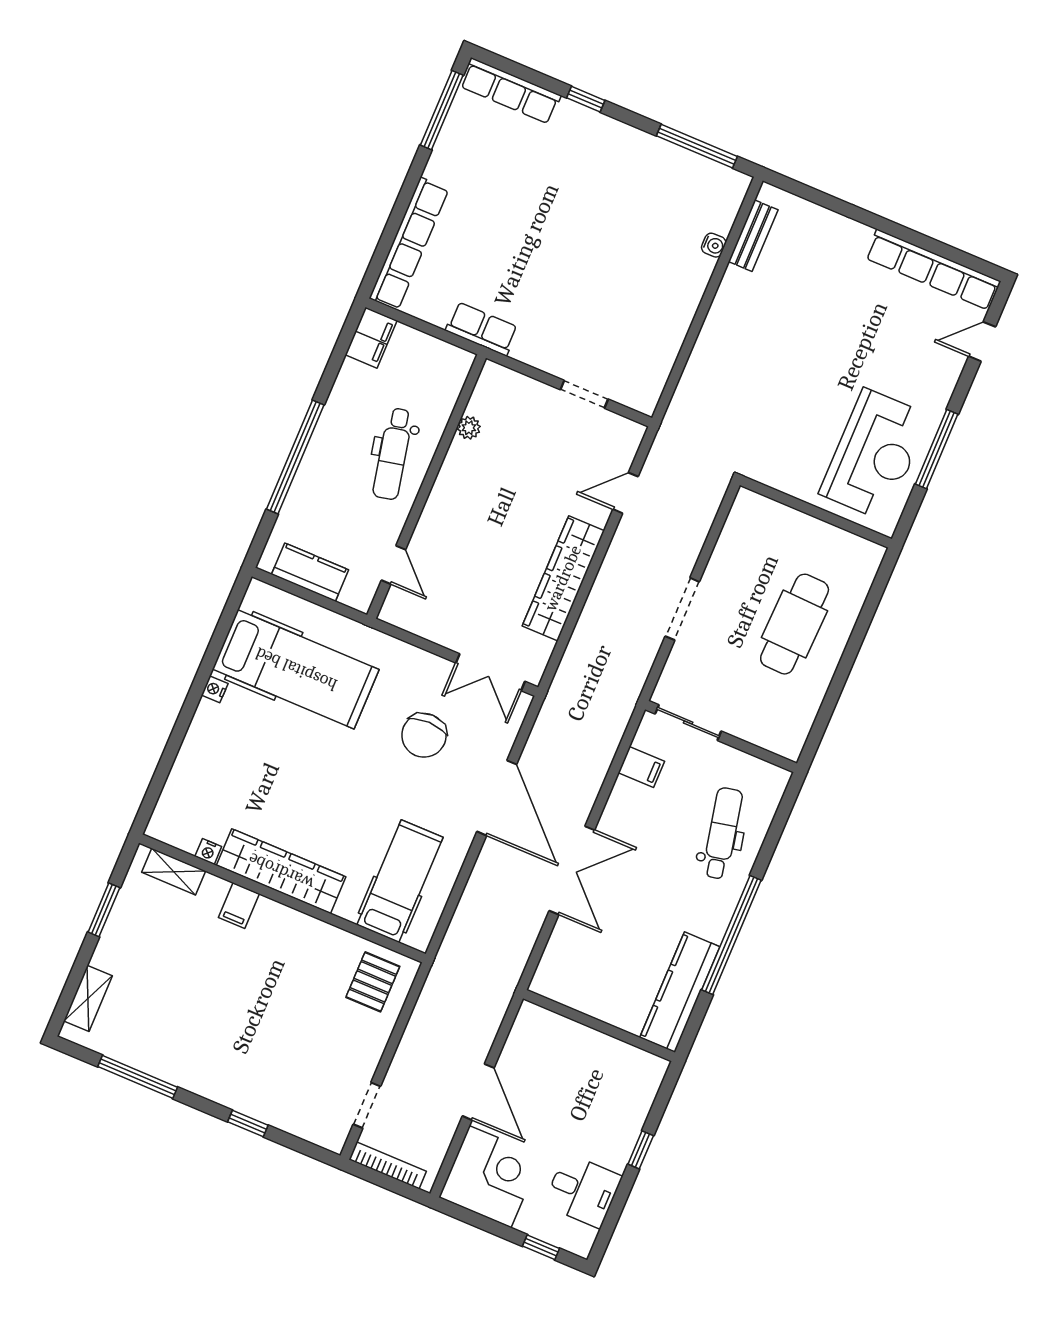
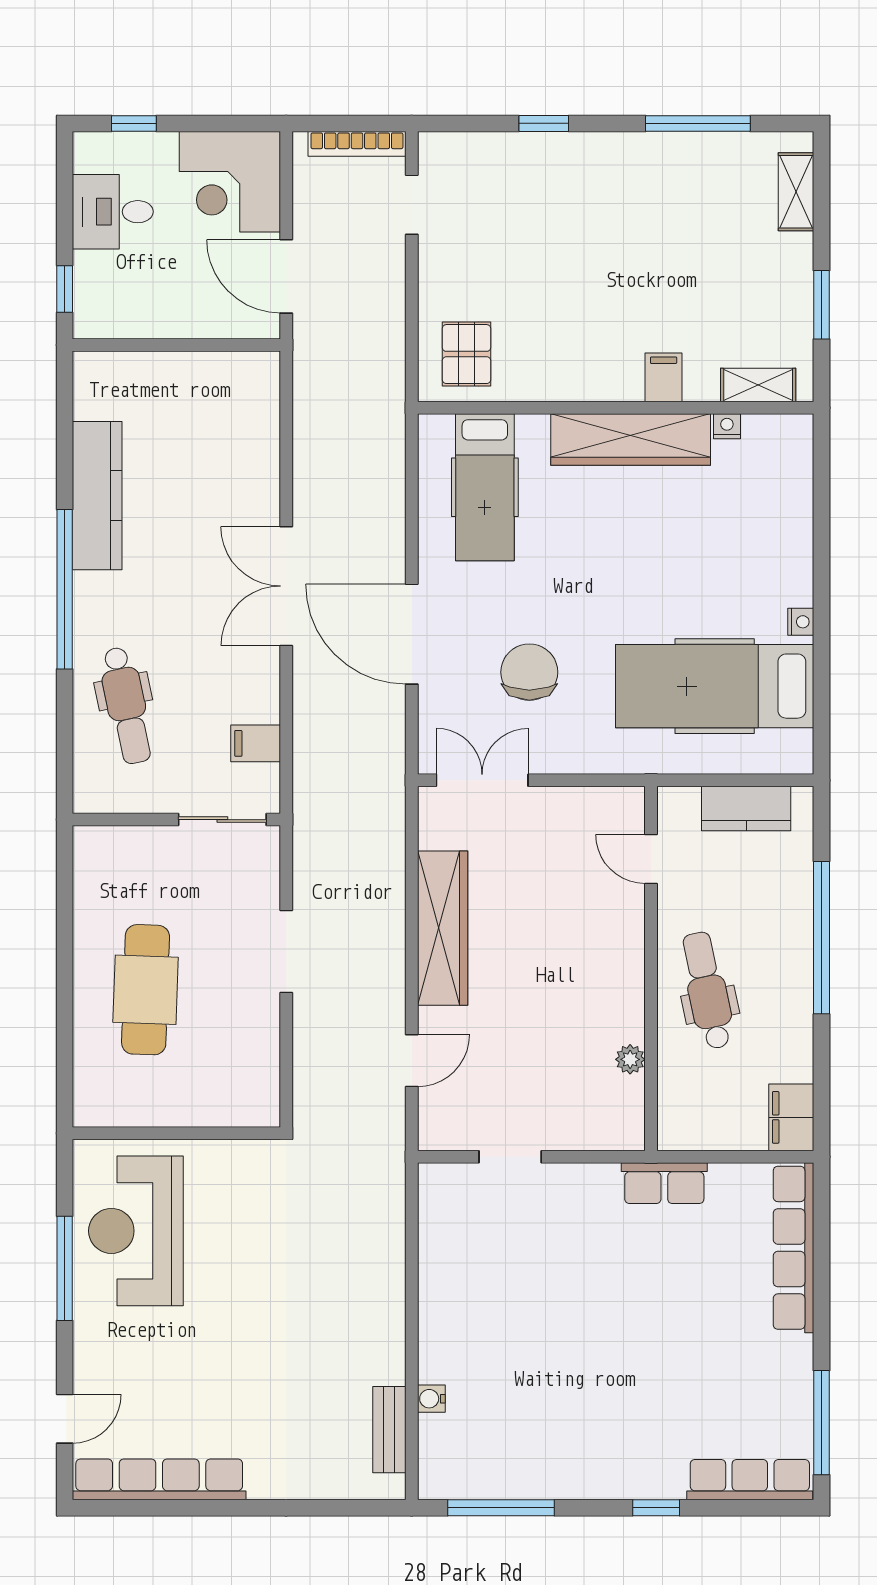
wall: (599, 1025) -> (176, 345), moved

